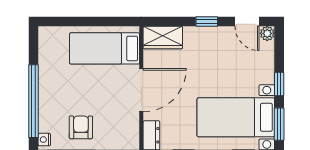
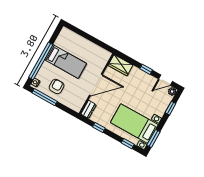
door: (247, 21) -> (166, 80), hinge flipped
bed: (105, 48) -> (66, 62), moved, turned 180
window: (279, 84) -> (170, 108), moved

